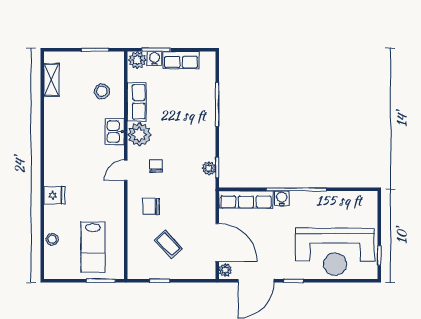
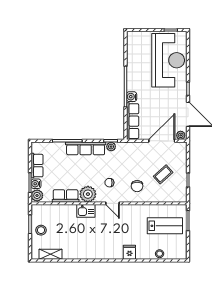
stool: (102, 91) -> (41, 230), moved
row of seats: (206, 131) -> (86, 148), added

